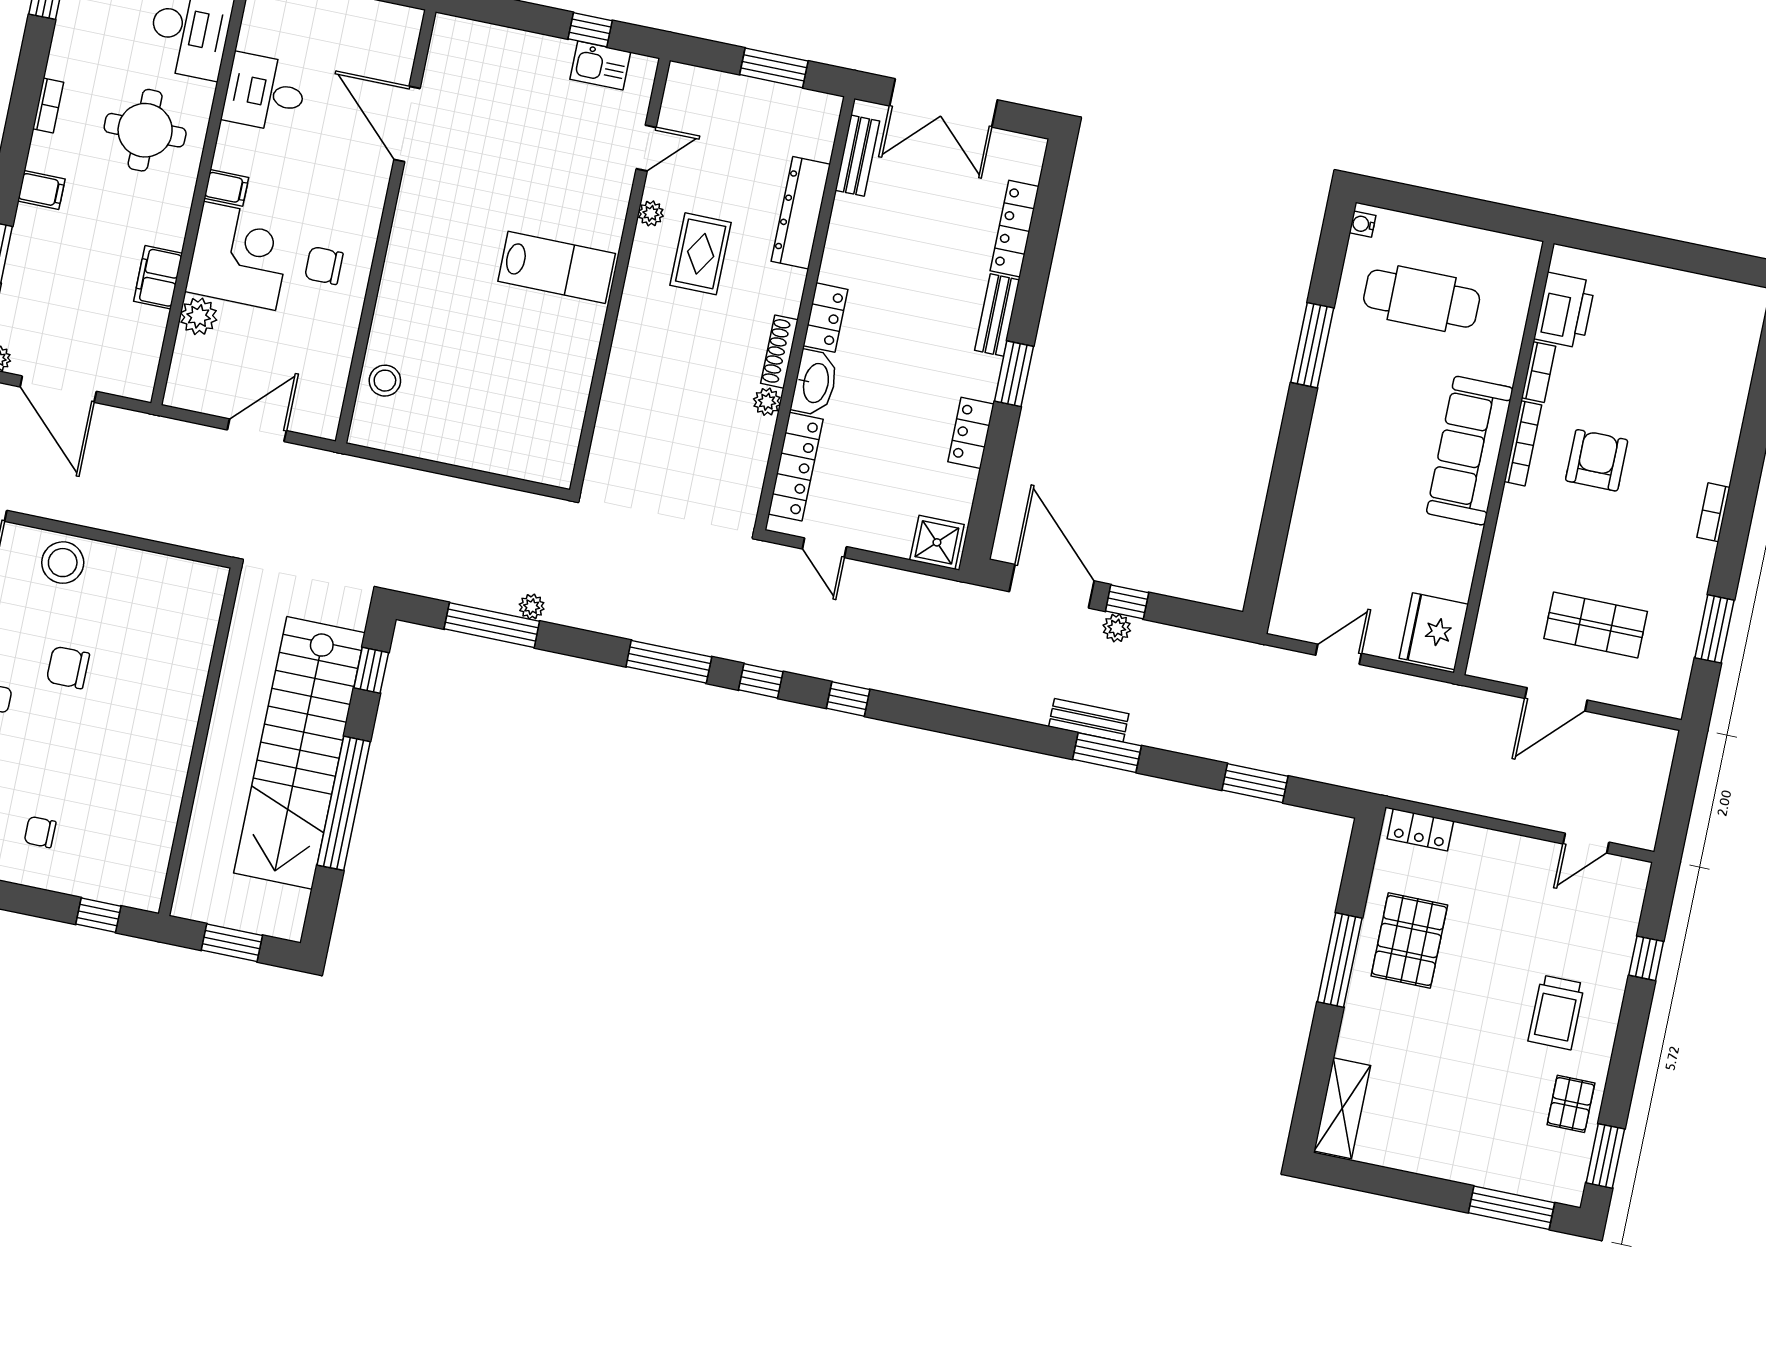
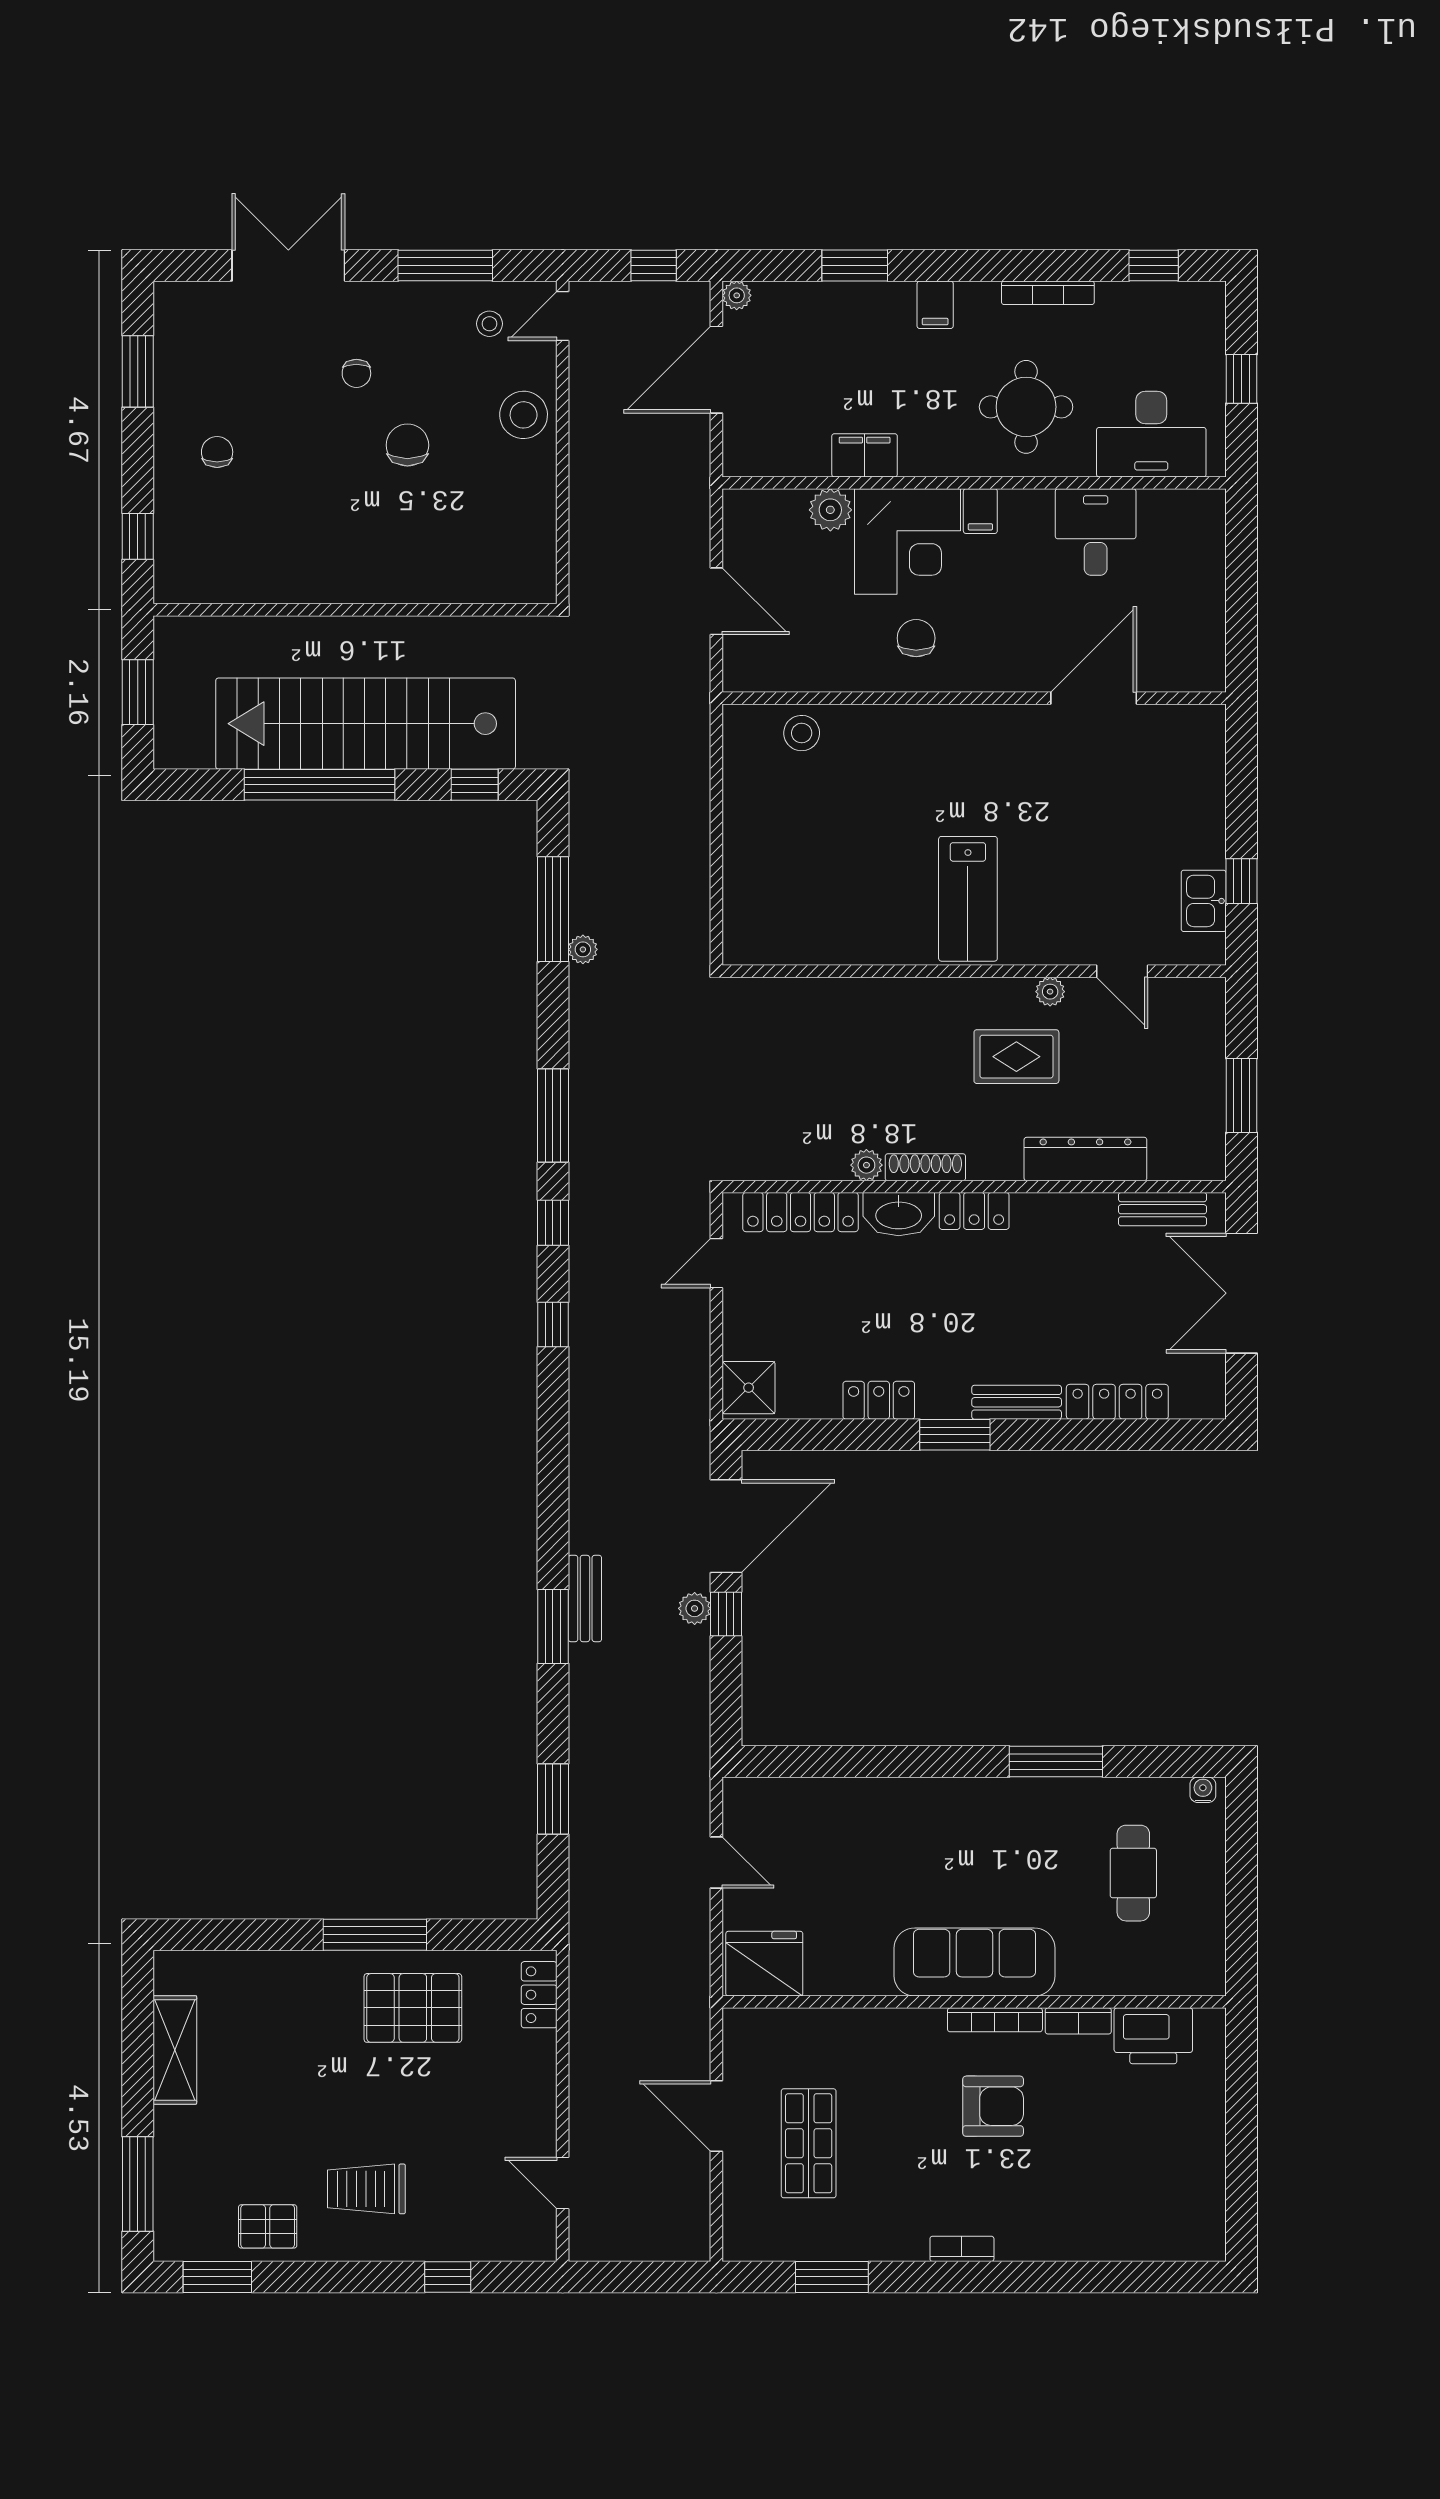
bookcase: (48, 105) -> (1048, 293), width x1.56
cafe table: (1422, 299) -> (1133, 1873), width x0.73, depth x0.74
shelving: (1342, 1108) -> (175, 2050), moved, turned 90

